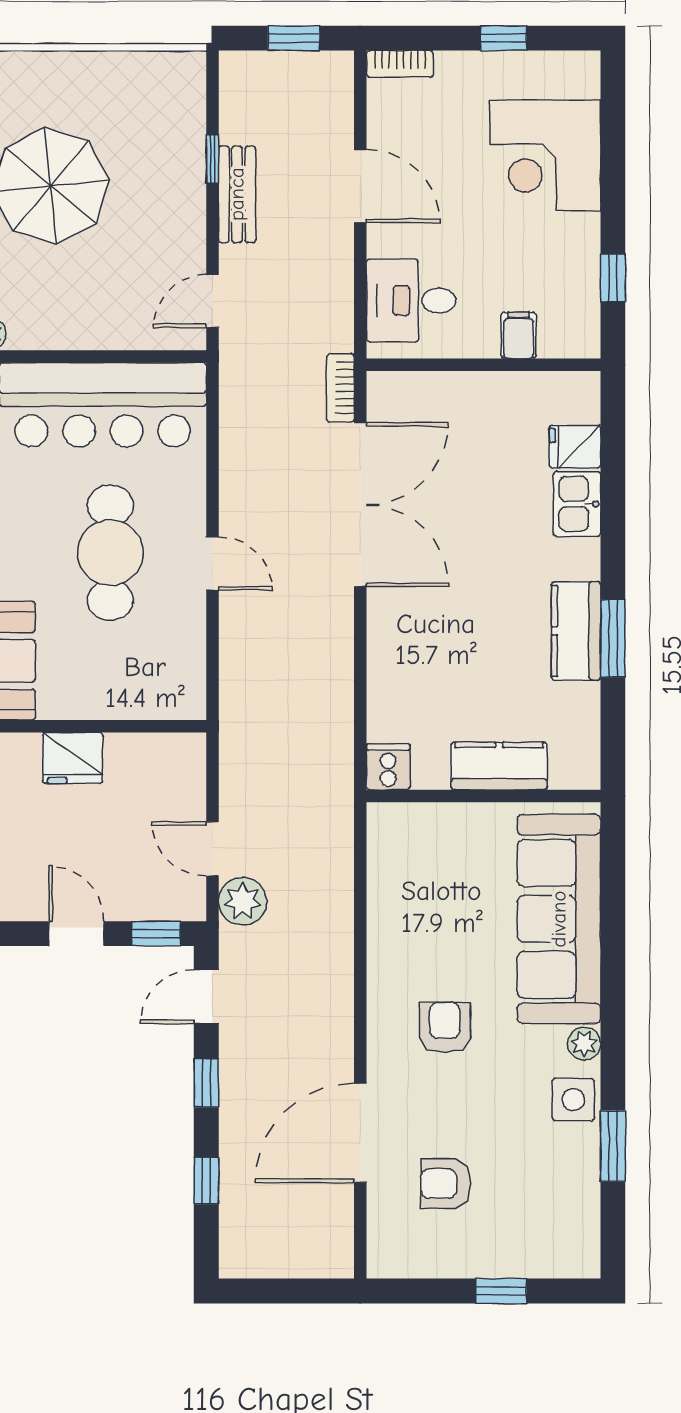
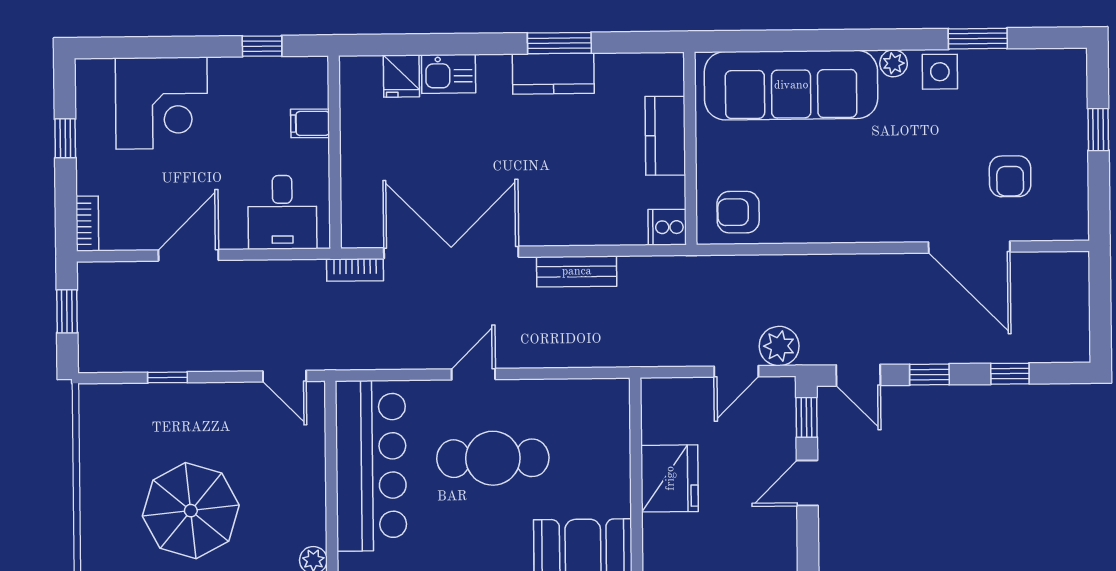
bench: (237, 194) -> (577, 271), moved
door: (212, 564) -> (473, 374), moved
fridge: (73, 758) -> (670, 478), width x1.36, depth x1.34
armchair: (445, 1027) -> (738, 212), moved

